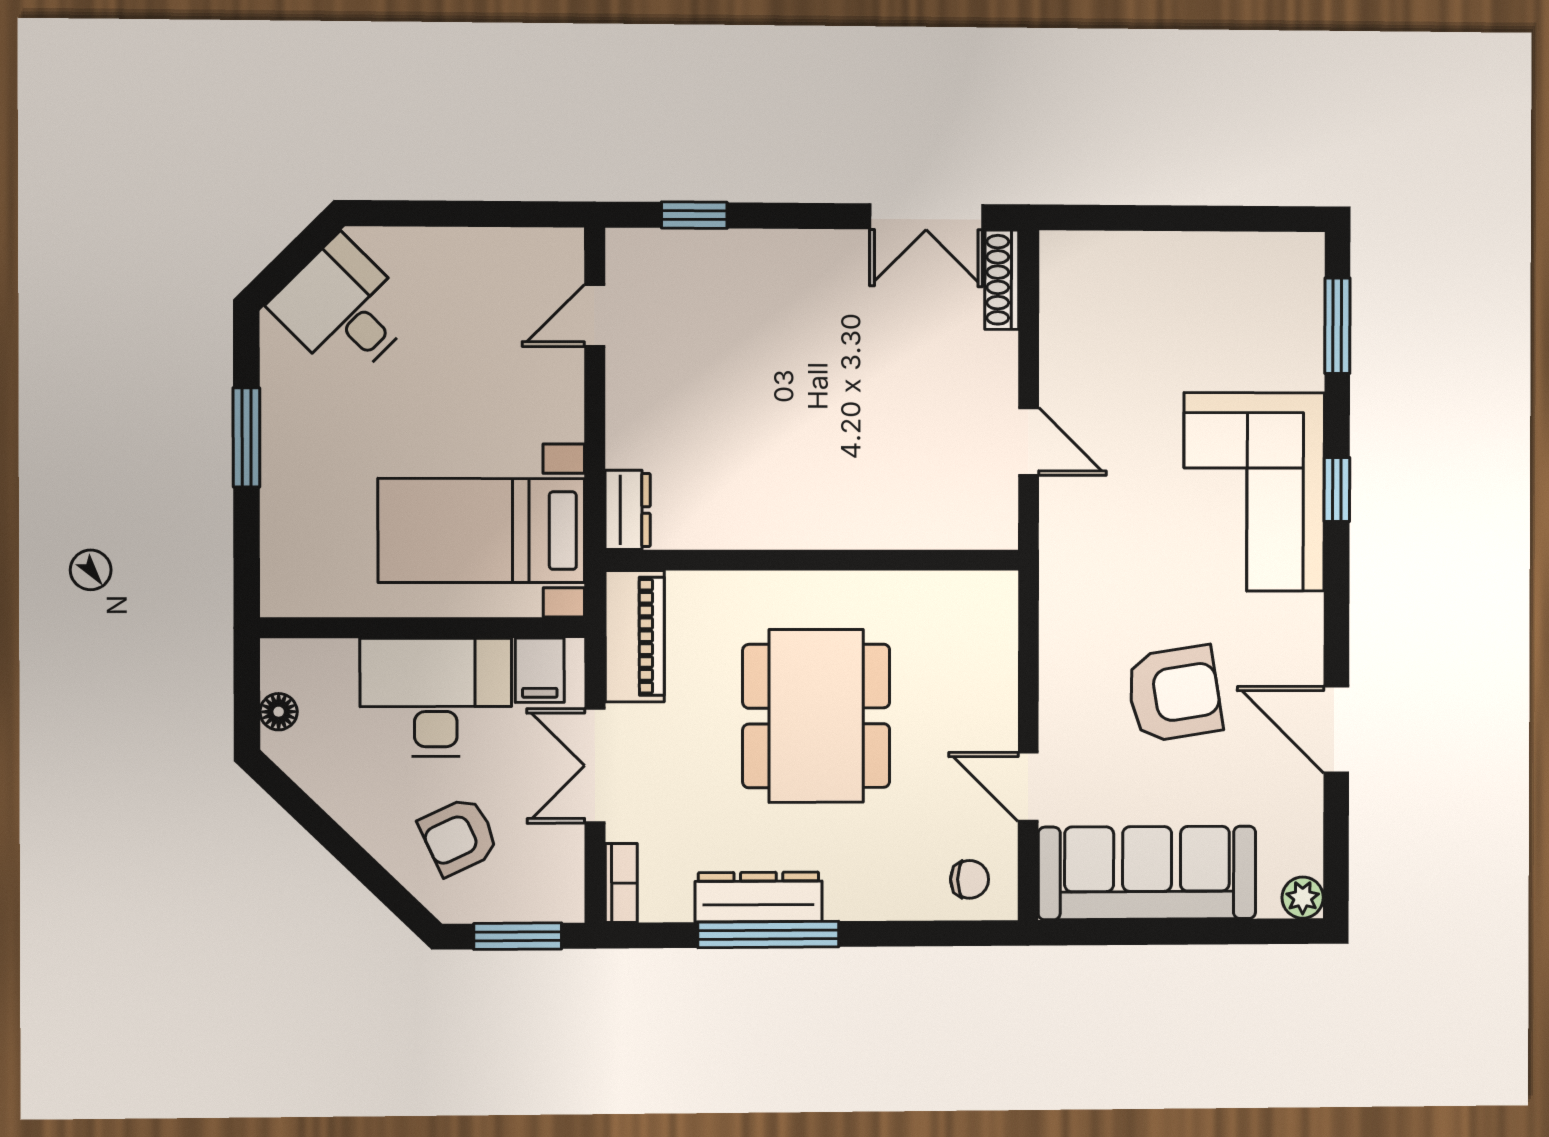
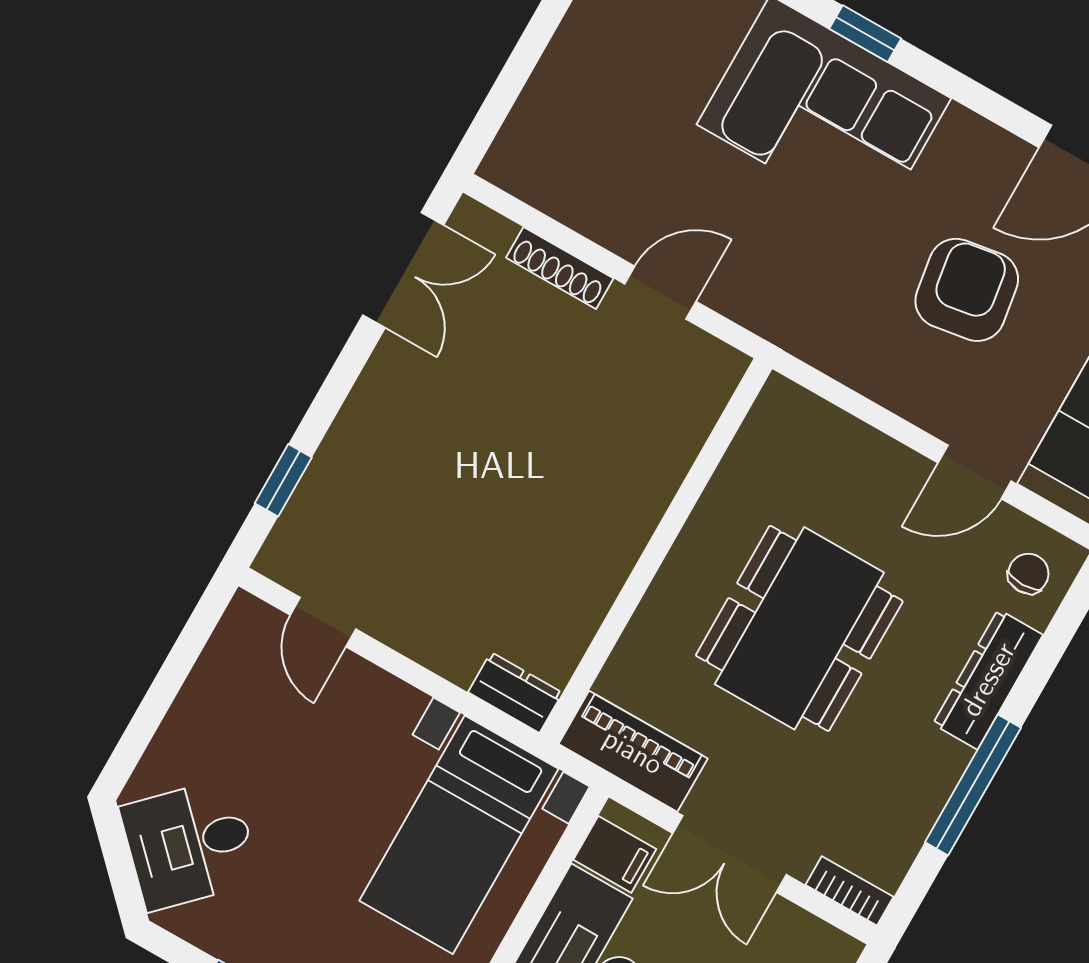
shoe rack: (1002, 280) -> (560, 268), moved
dining table: (816, 716) -> (799, 628), turned 90
dresser: (758, 897) -> (988, 679), moved

